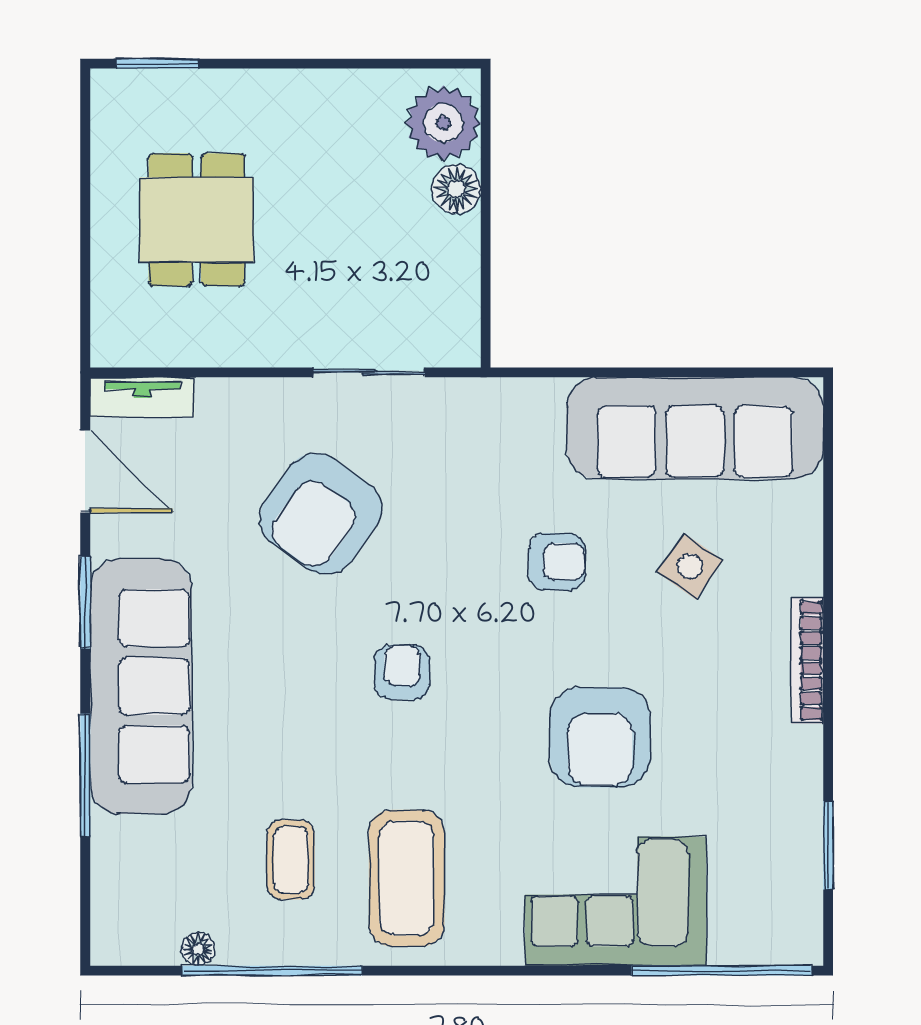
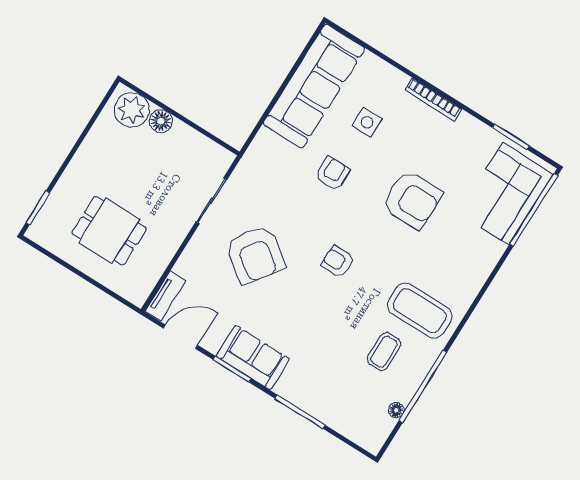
side table: (690, 566) -> (367, 122), turned -35
sofa: (141, 686) -> (253, 358), width x0.54, depth x0.79
coffee table: (291, 860) -> (384, 352), turned 90
corner sofa: (616, 901) -> (506, 194), moved

